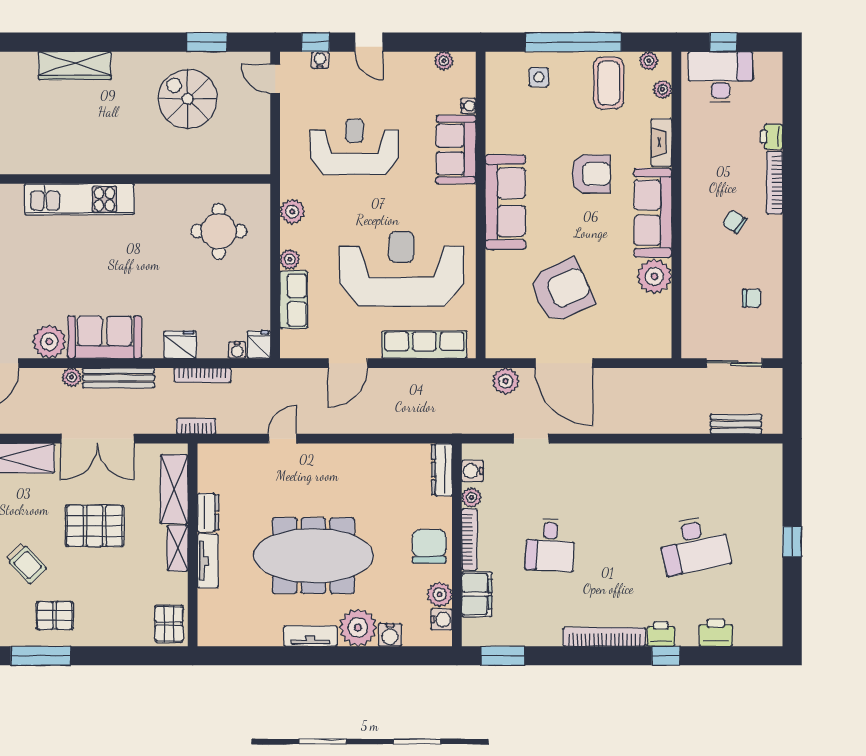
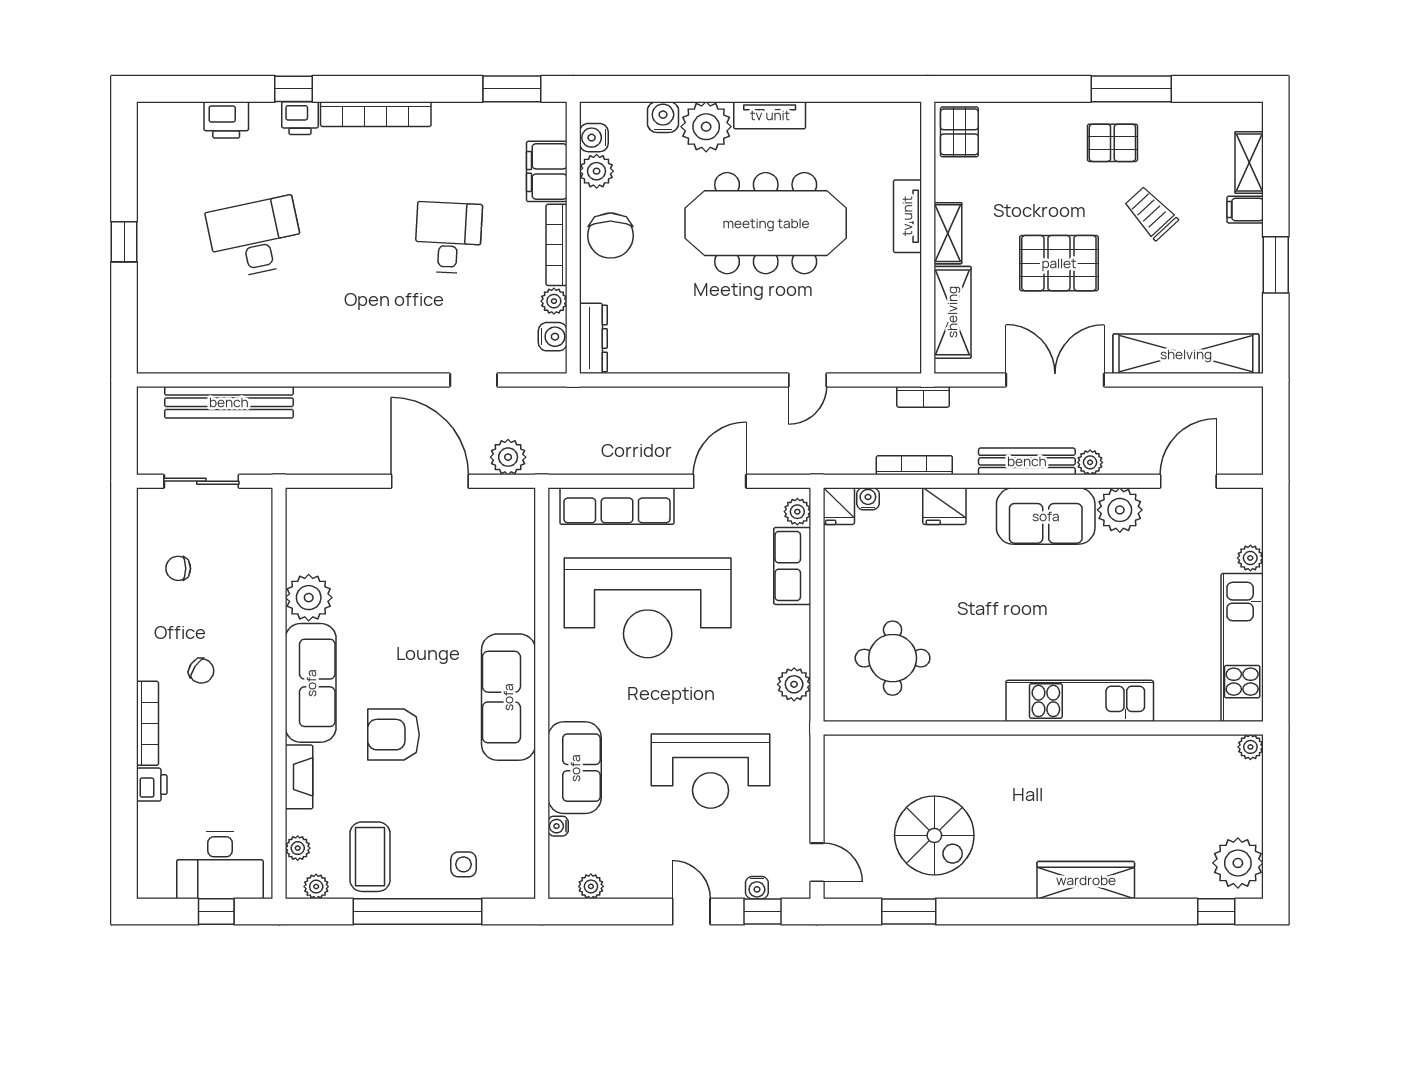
plant: (290, 259) -> (797, 512), moved
armchair: (562, 291) -> (433, 578), removed
bench: (736, 424) -> (229, 402), width x1.86, depth x1.21
dresser: (208, 513) -> (907, 281), removed

